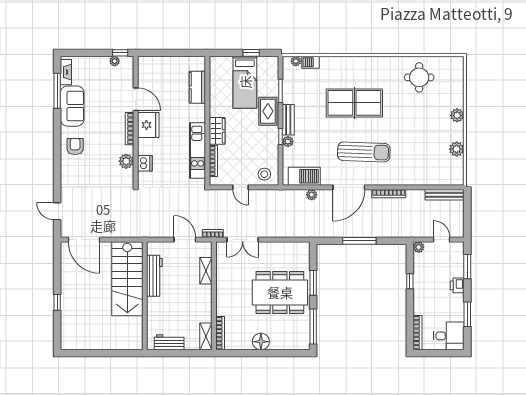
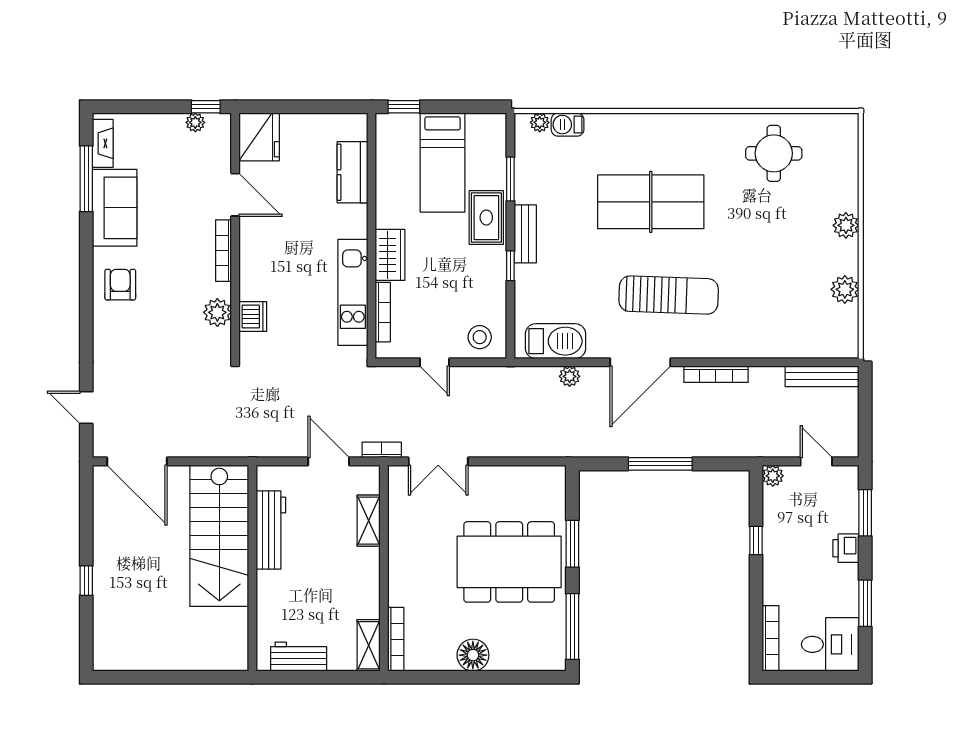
window: (251, 53) -> (404, 107), moved
fridge: (148, 125) -> (259, 137), moved
plant: (288, 142) -> (524, 275), removed

